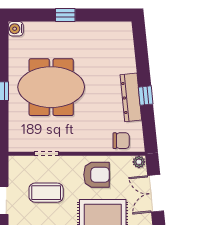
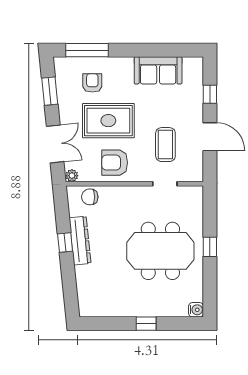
coffee table: (46, 193) -> (165, 145), turned 90

